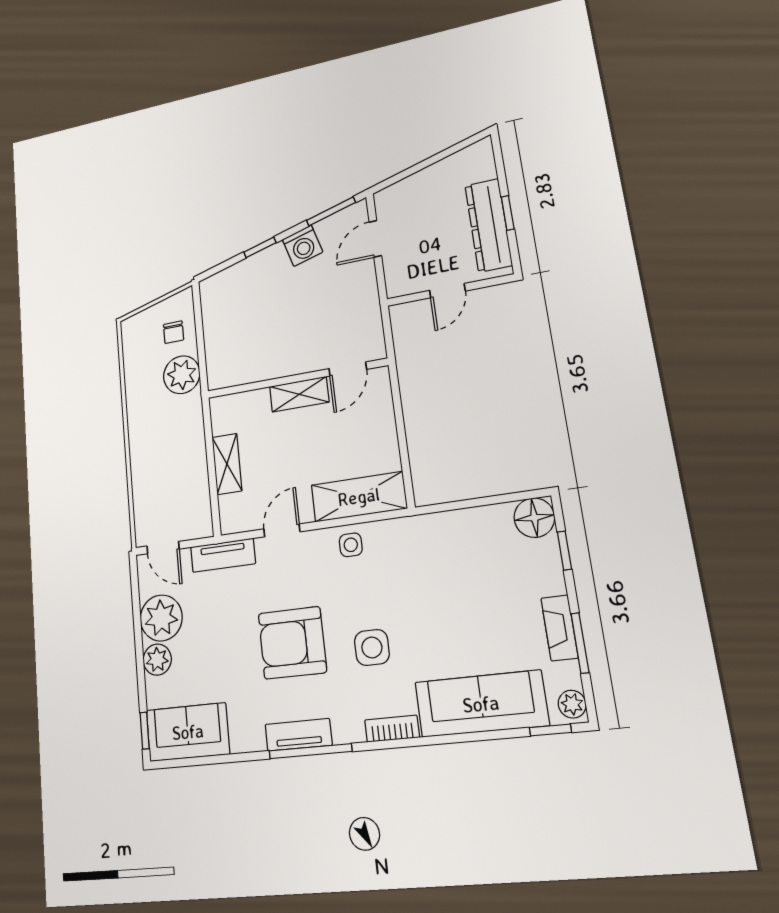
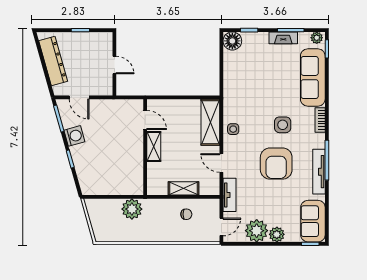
dresser: (488, 225) -> (53, 61), moved, turned -106
chair: (173, 332) -> (186, 214), moved
tv unit: (298, 735) -> (319, 172), width x1.41

